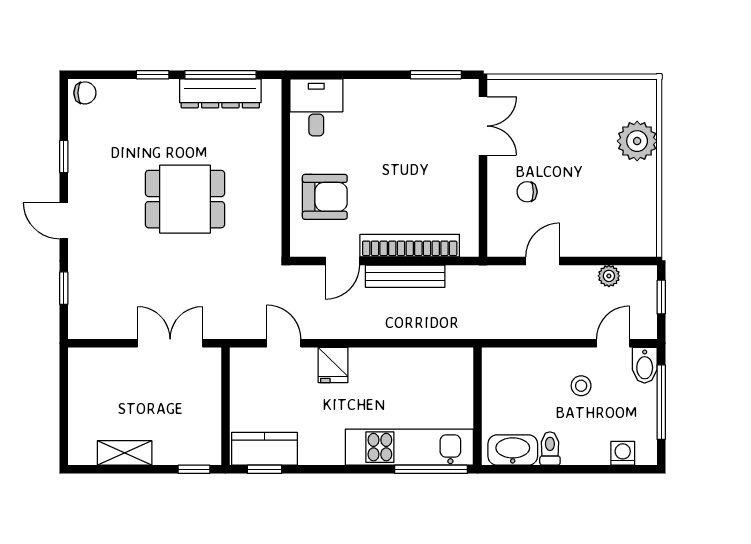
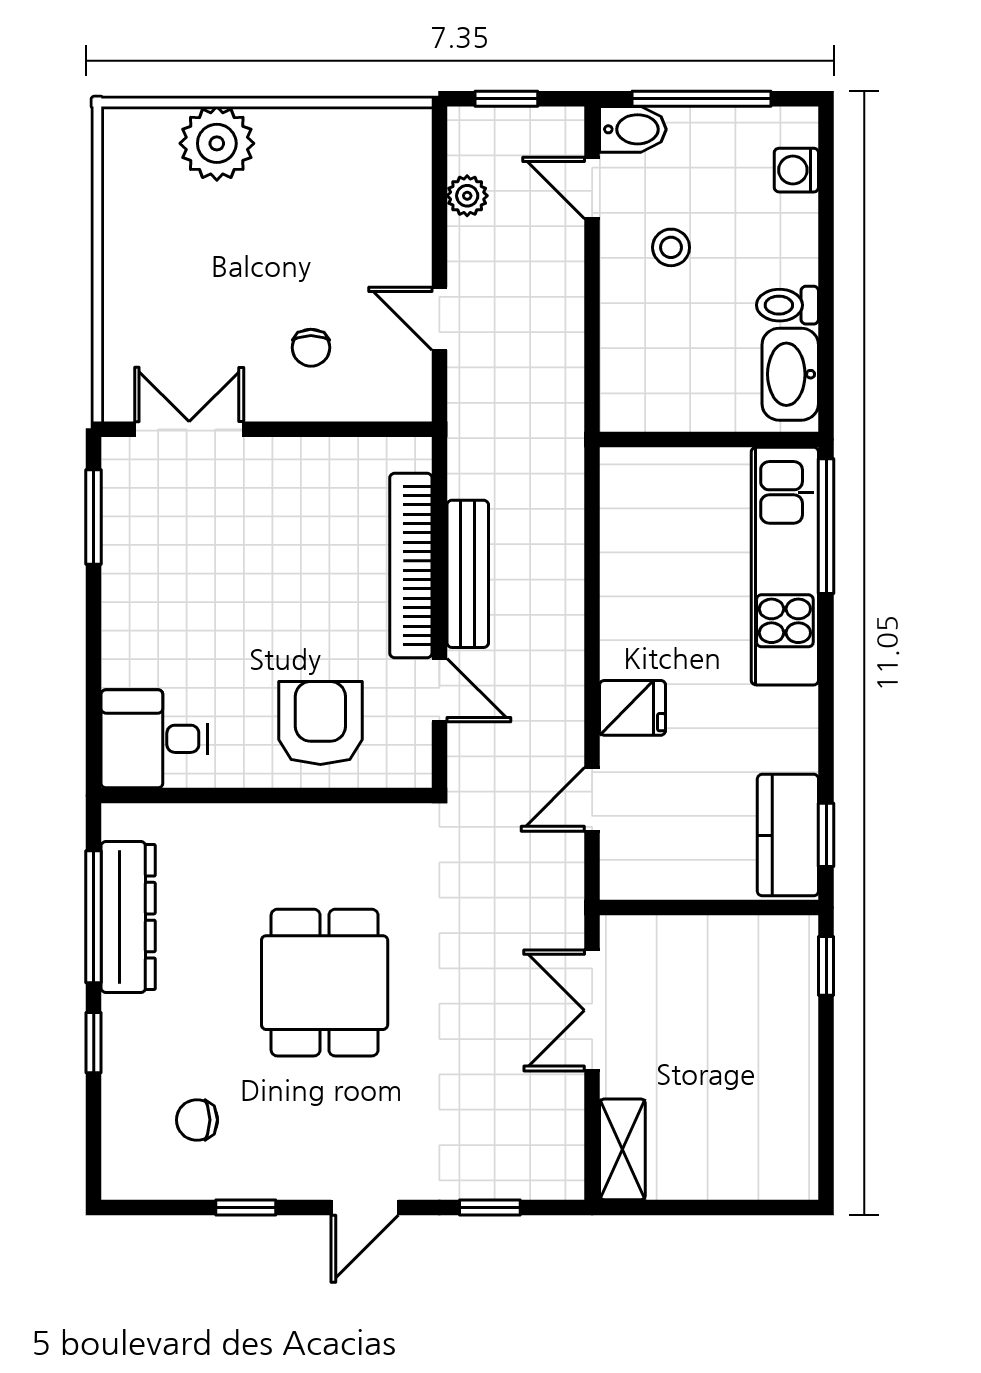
chair: (85, 93) -> (197, 1120), moved, turned -90
shelving: (125, 453) -> (622, 1149), moved

